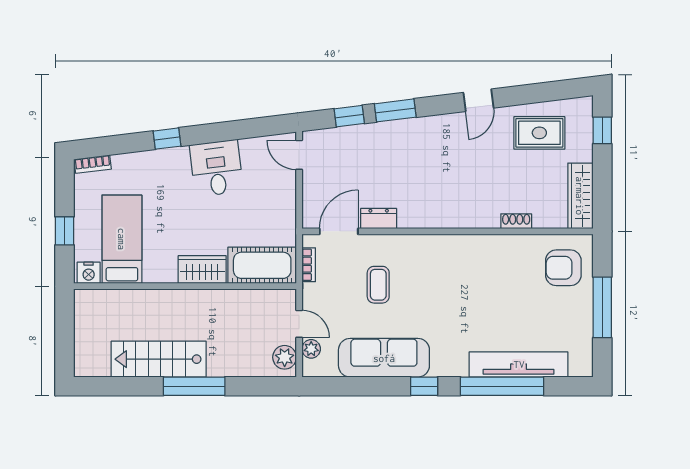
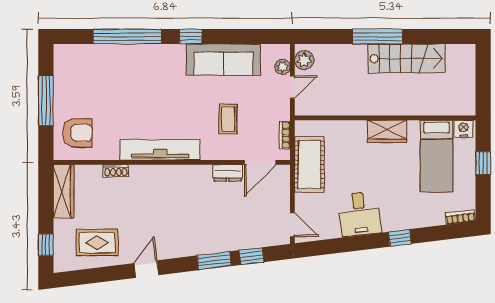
cot: (262, 265) -> (309, 164), moved, turned 90
wardrobe: (202, 270) -> (387, 131), moved
door: (299, 324) -> (292, 87), swing flipped
tv unit: (519, 364) -> (160, 150), moved, turned 180

